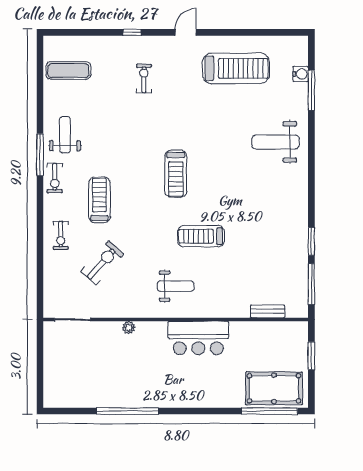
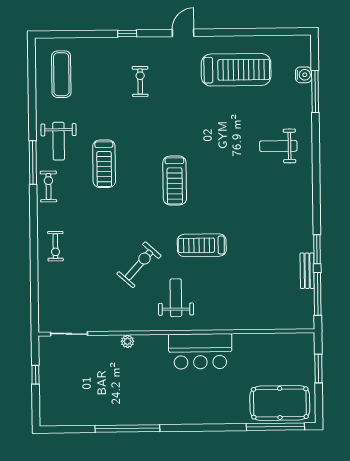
exercise mat: (68, 71) -> (61, 74), turned 90
weight bench: (65, 135) -> (59, 141), turned 180
weight bench: (276, 142) -> (278, 146), width x0.73, depth x0.75
exercise bike: (55, 178) -> (48, 187), turned 180
treadmill: (99, 200) -> (104, 164), moved, turned 180
exercise bike: (103, 263) -> (139, 265), moved
weight bench: (176, 286) -> (176, 298), turned -90
bench: (268, 311) -> (307, 271), moved, turned 90
window: (40, 358) -> (35, 375), added

